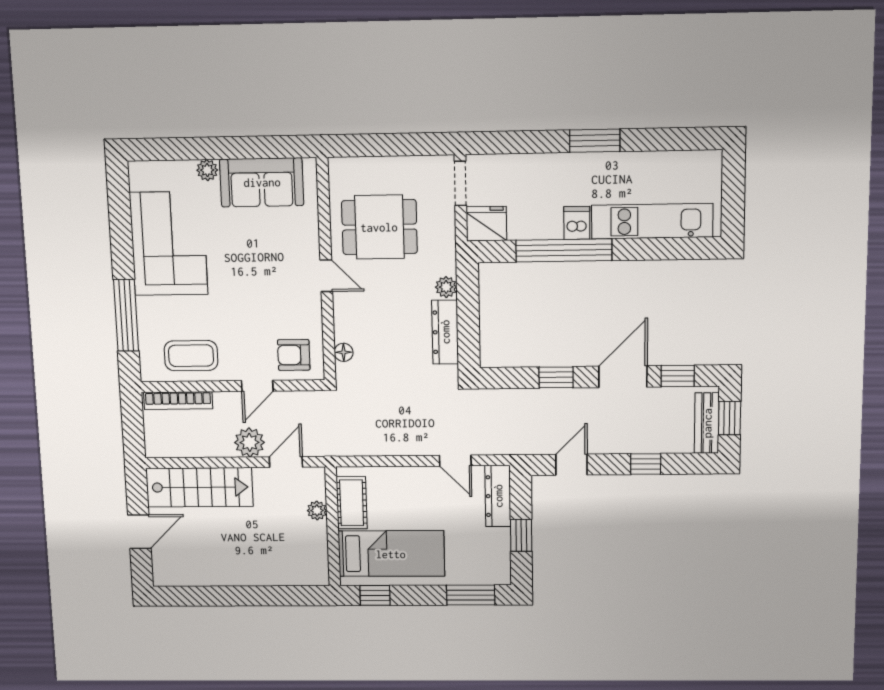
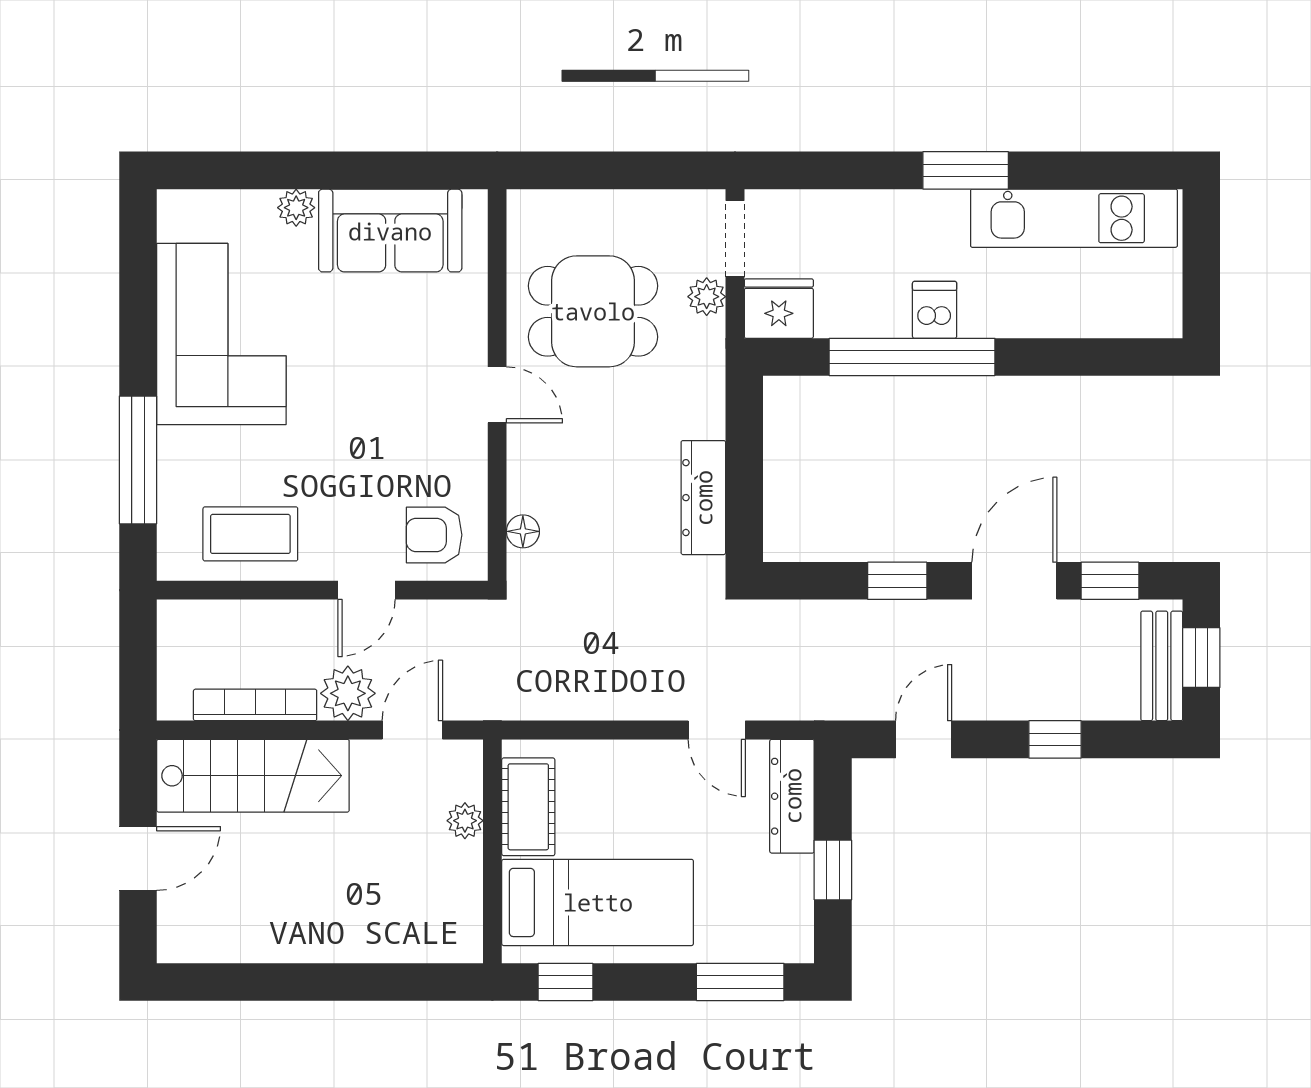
kitchen unit: (652, 221) -> (1074, 218), moved, turned 180
plant: (446, 287) -> (707, 297), moved
bookcase: (178, 401) -> (255, 705), moved, turned 180

